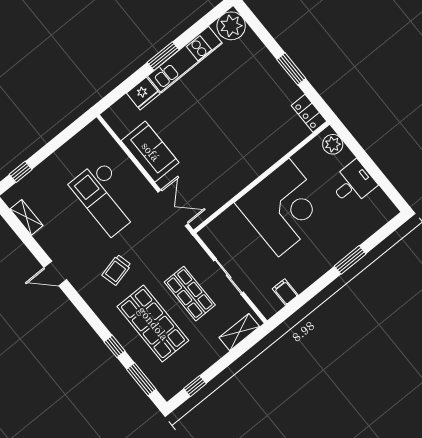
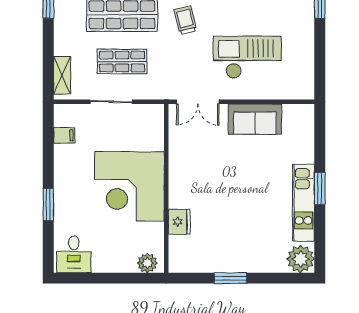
fridge: (143, 93) -> (179, 222), moved, turned 180
locker: (309, 113) -> (186, 264), removed
desk: (353, 183) -> (74, 254), moved

